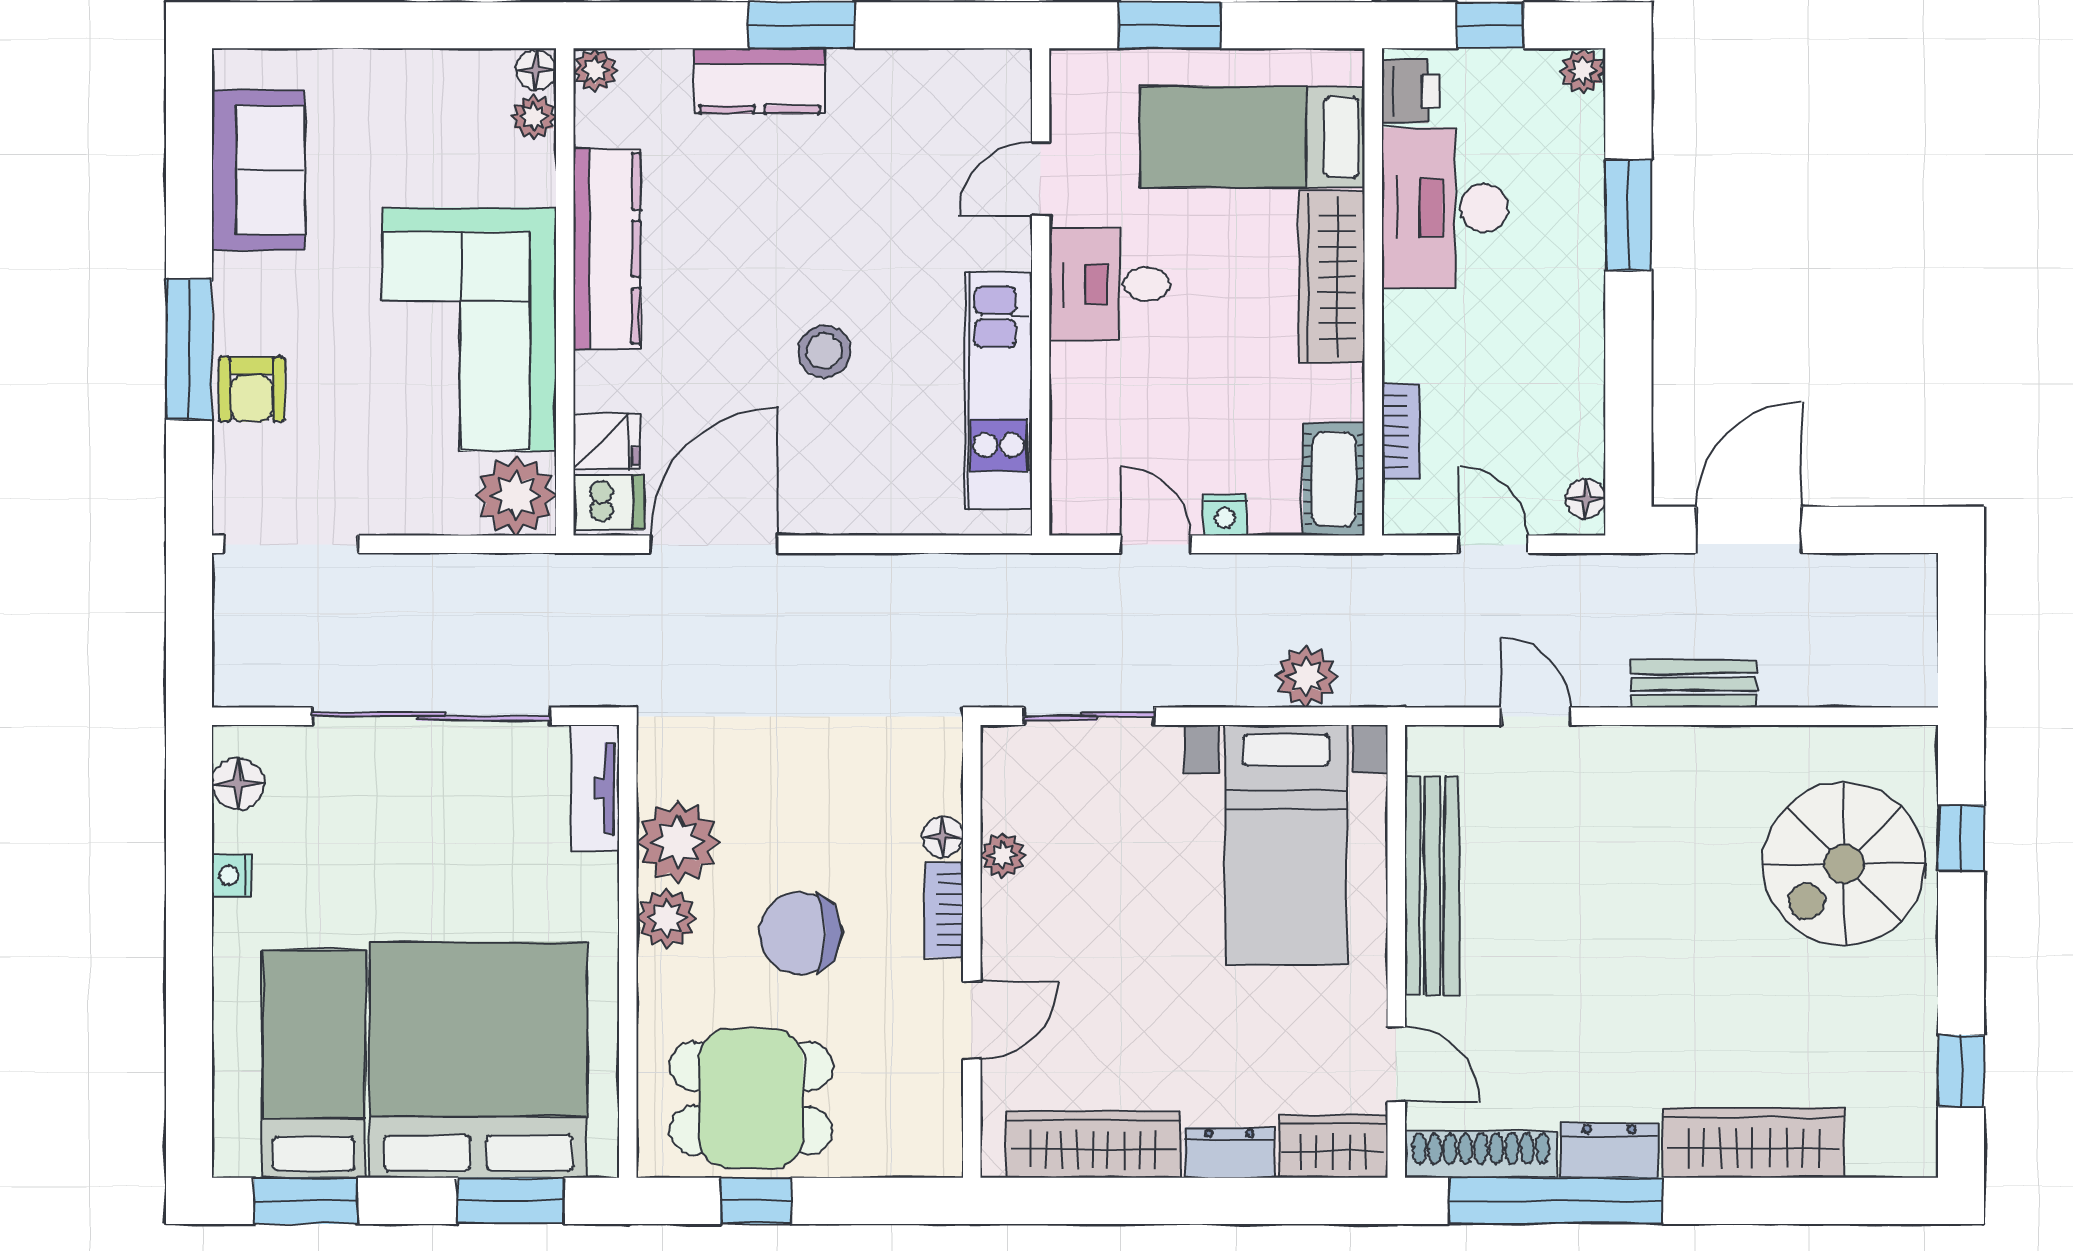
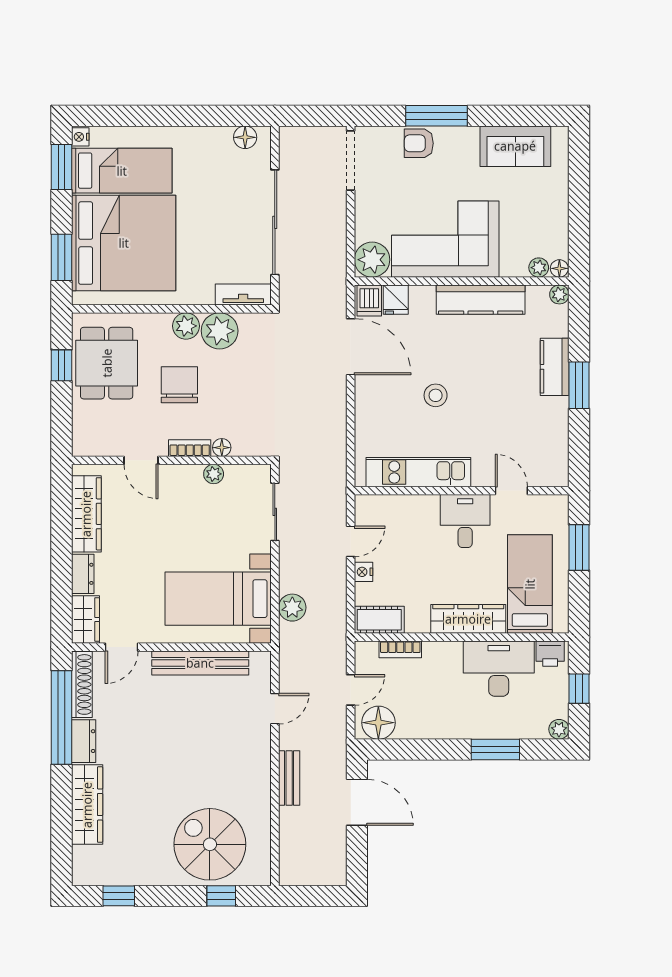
floor lamp: (1585, 499) -> (378, 723), width x1.89, depth x1.89
nightstand: (232, 875) -> (80, 137), moved, turned -90

